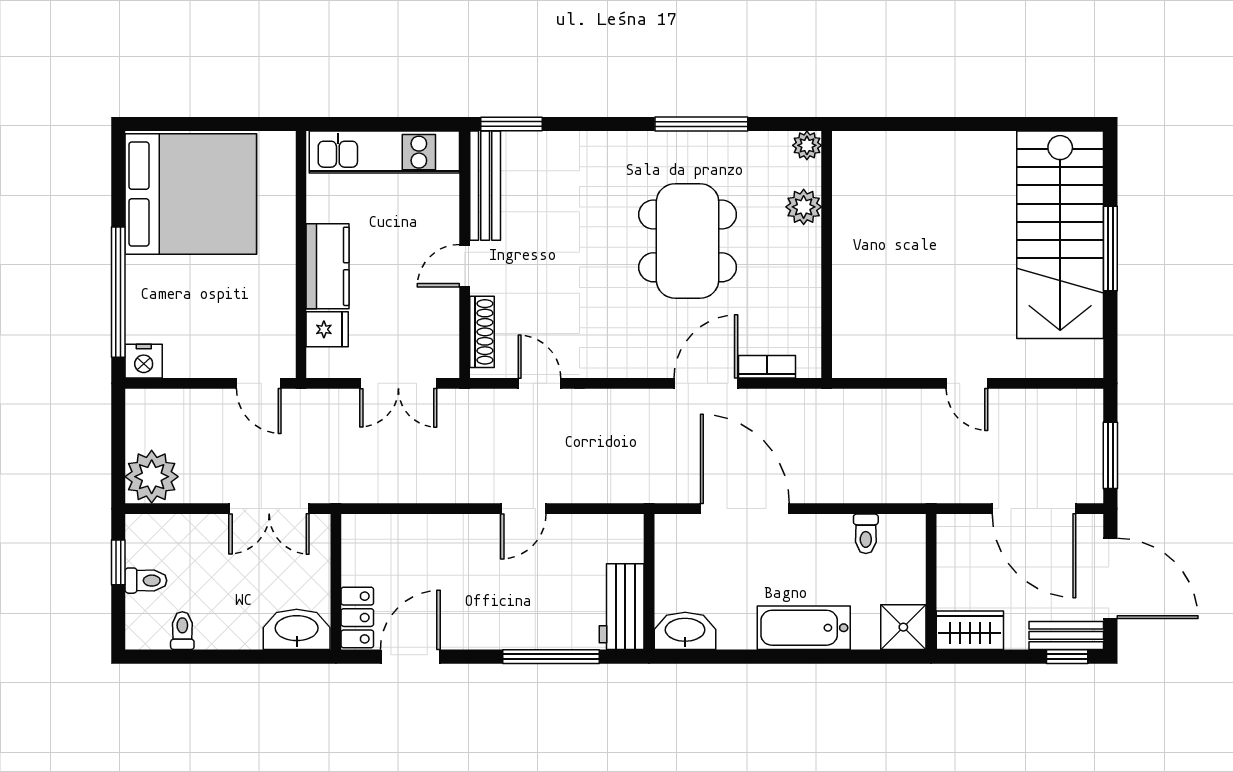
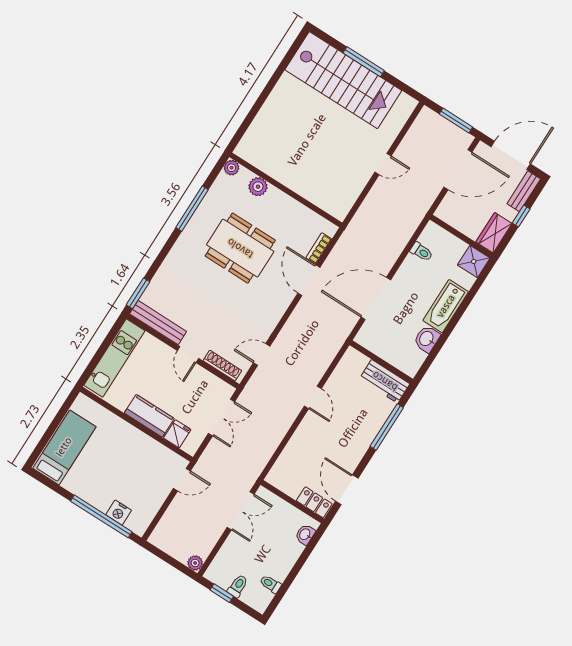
bed: (191, 194) -> (64, 447), width x0.49
nightstand: (144, 361) -> (119, 512), moved, turned 90
plant: (152, 477) -> (195, 563), width x0.53, depth x0.53
washbasin: (297, 629) -> (305, 534), width x0.52, depth x0.69
washbasin: (685, 631) -> (427, 339), moved, width x0.72
window: (1067, 657) -> (521, 216), moved

